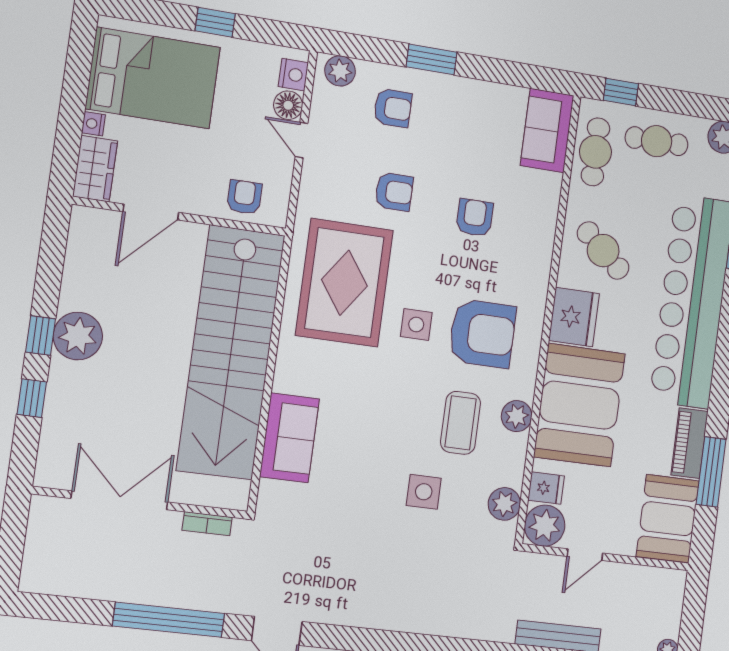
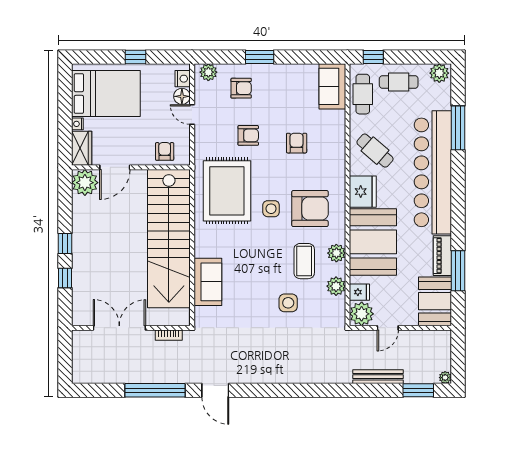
plant: (78, 336) -> (85, 183), moved
plant: (504, 504) -> (336, 286), moved

